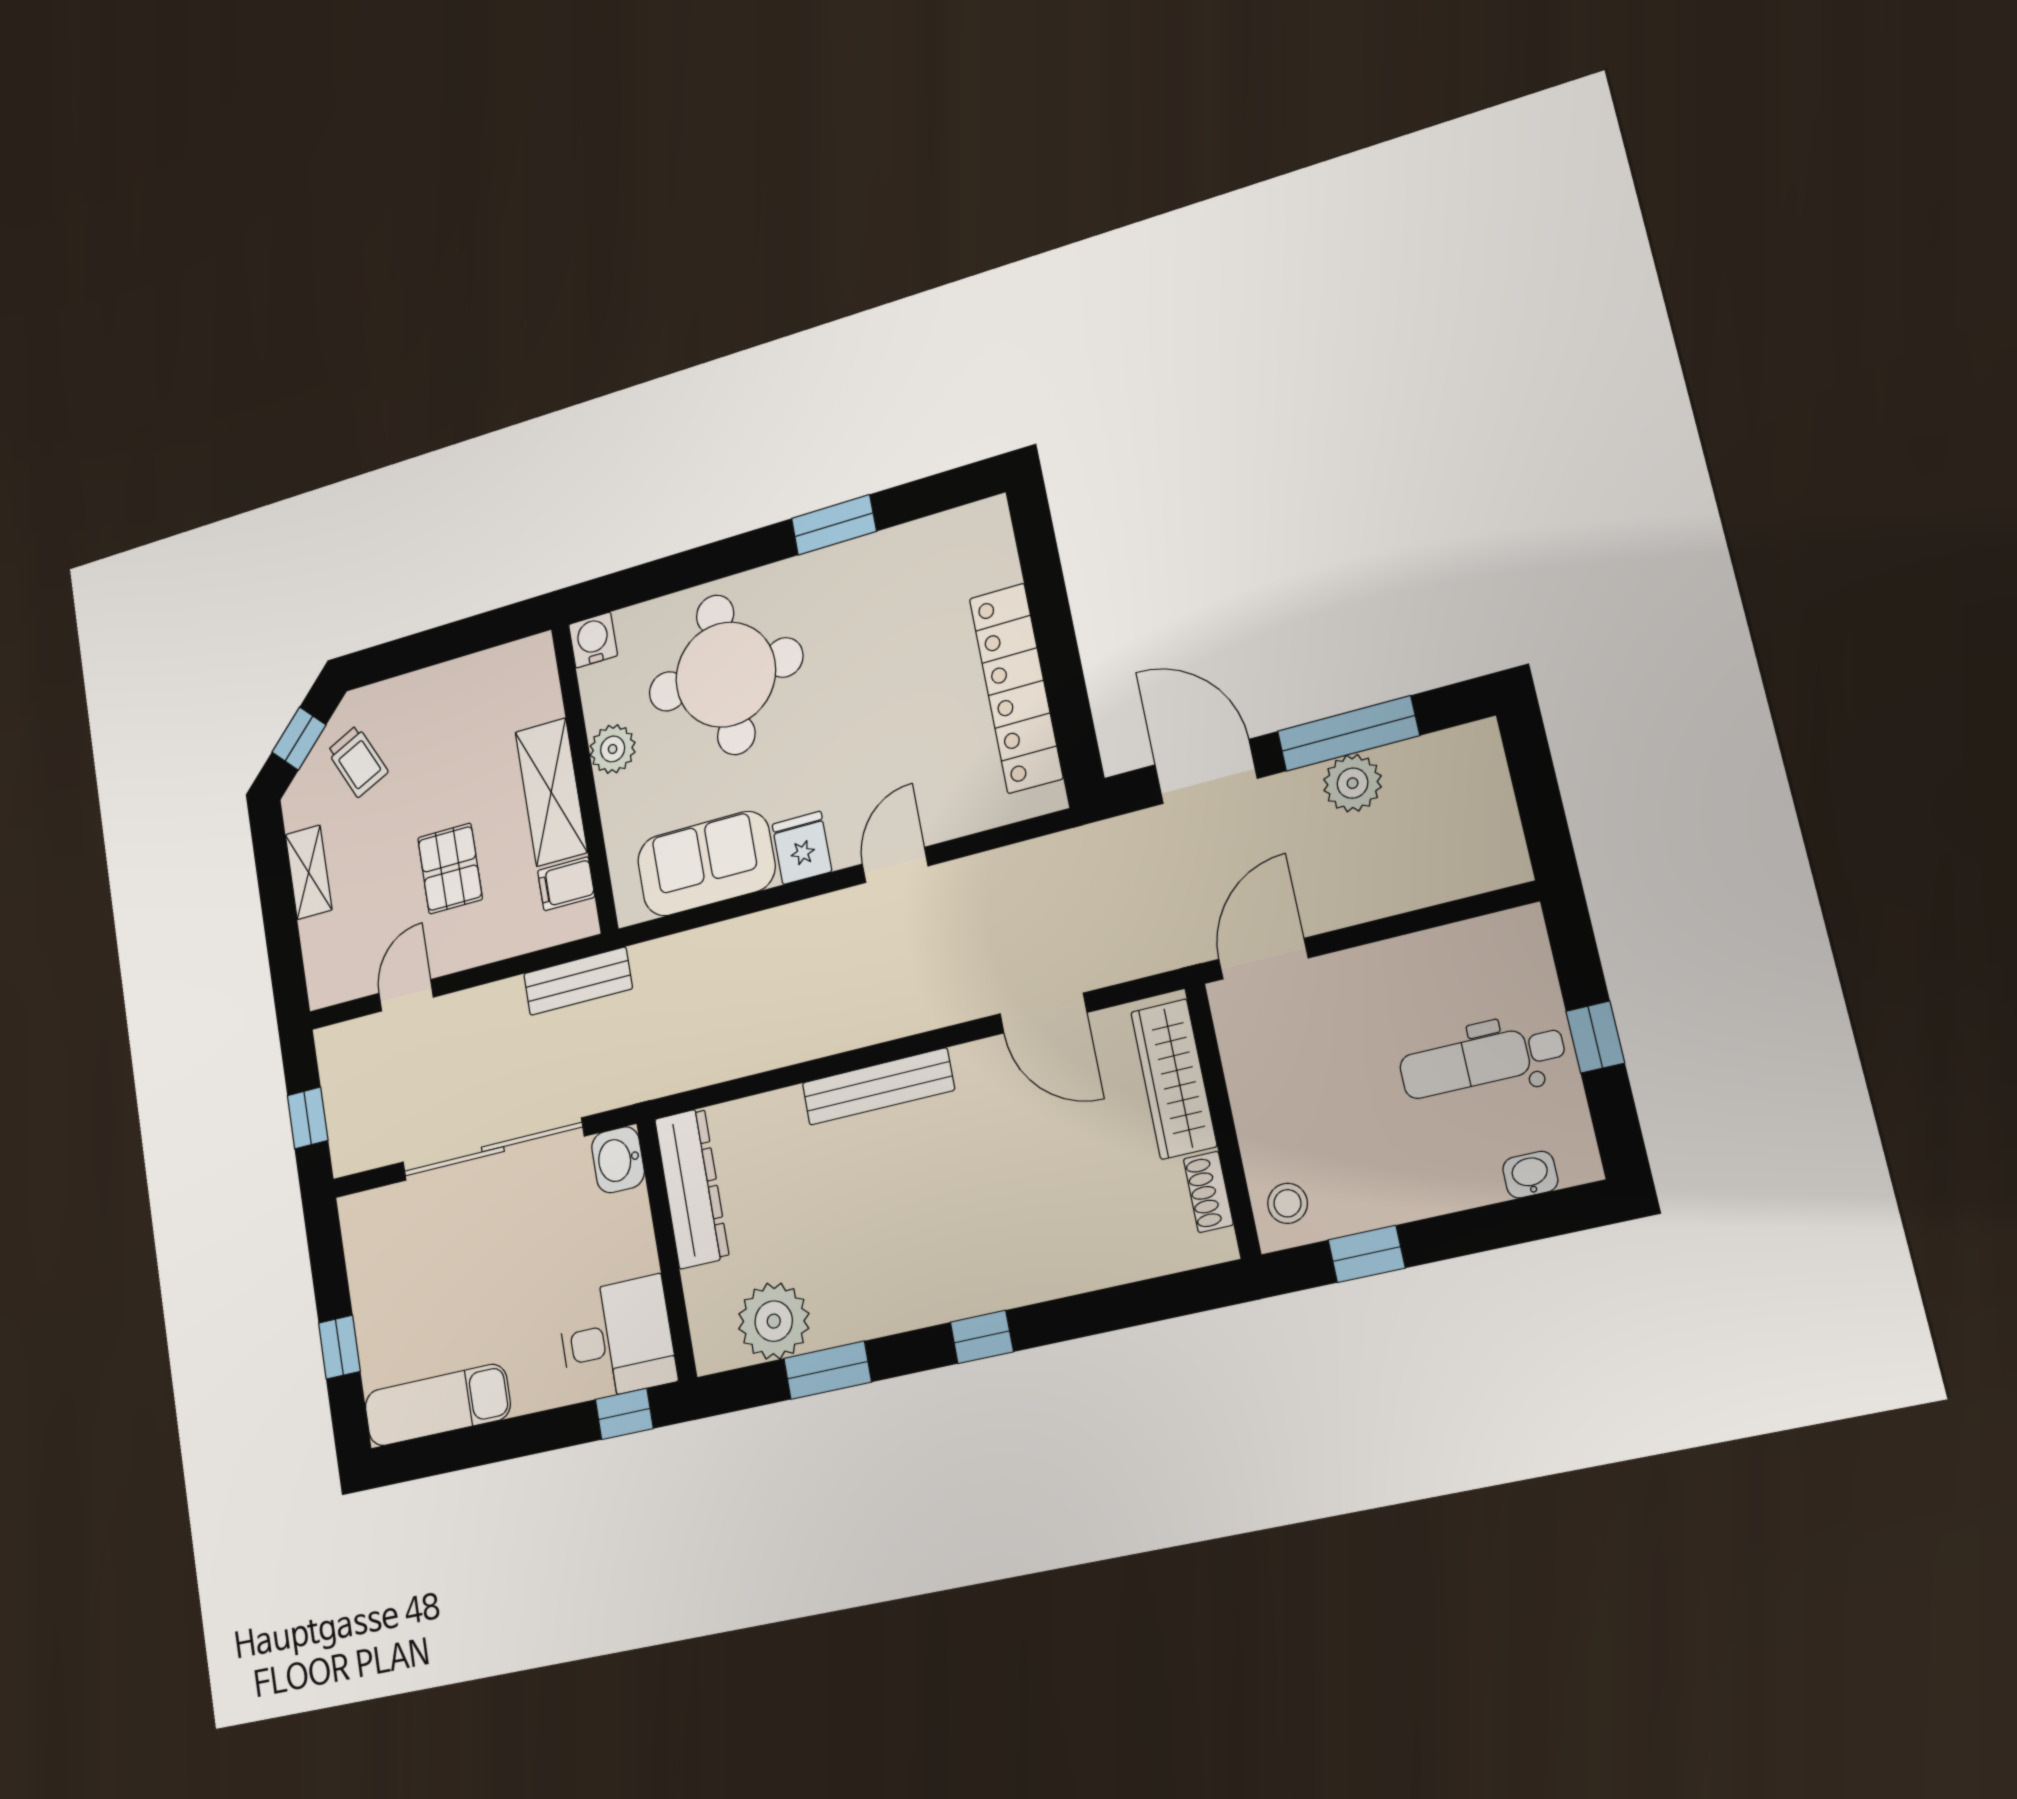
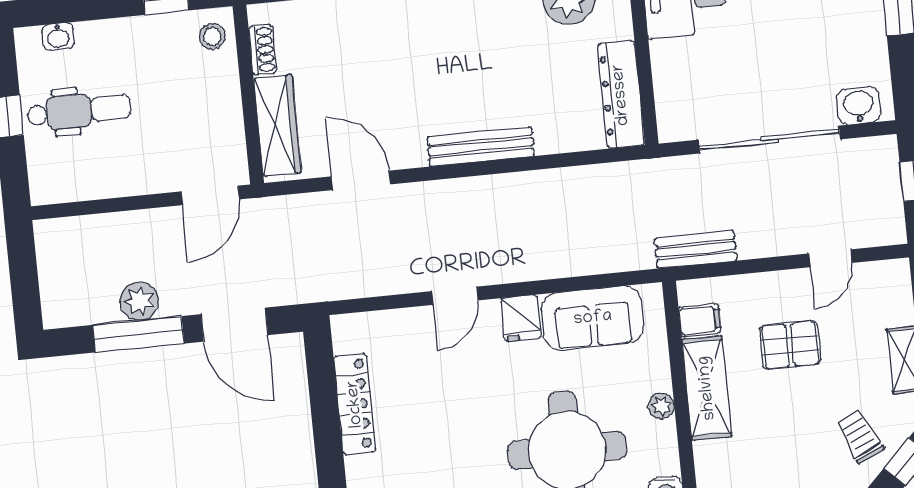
locker: (1016, 688) -> (355, 404), width x0.71, depth x0.83
plant: (613, 749) -> (661, 406), width x0.73, depth x0.73
pallet: (450, 868) -> (790, 345), turned 90
washbasin: (618, 1160) -> (859, 106), moved, turned -90

